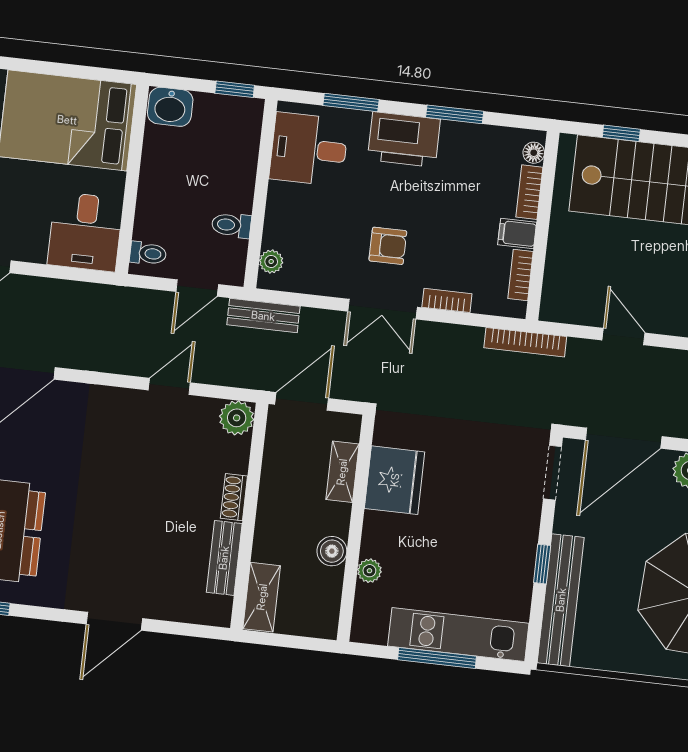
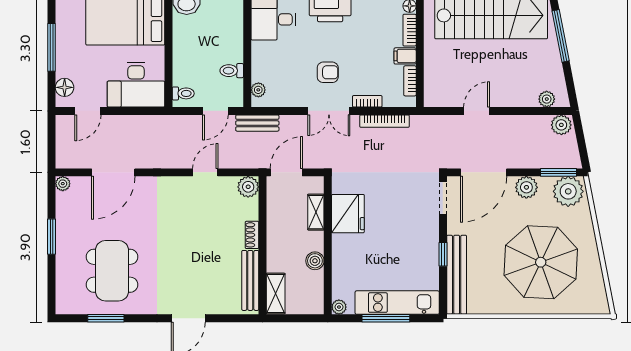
desk: (85, 232) -> (136, 85), width x1.37
door: (624, 337) -> (477, 111), hinge flipped
bookcase: (525, 342) -> (385, 121), moved
bench: (224, 558) -> (250, 280), width x1.36
plant: (369, 571) -> (339, 307), moved

